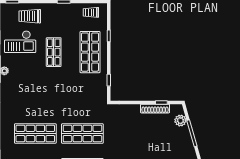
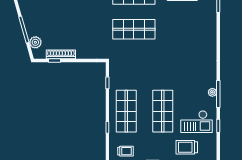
trolley: (30, 16) -> (187, 147), turned 180
checkout: (20, 42) -> (197, 122), turned 180
shop shelf: (54, 52) -> (163, 111), width x1.43, depth x1.36
shop shelf: (35, 133) -> (181, 29), removed

